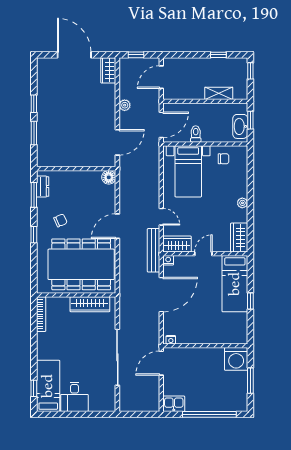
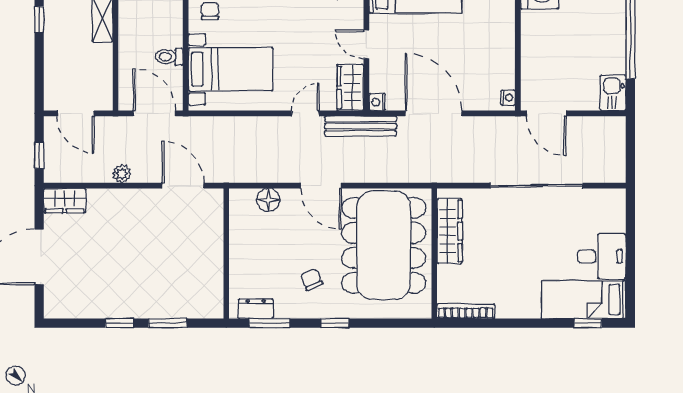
floor lamp: (109, 177) -> (268, 200), moved

